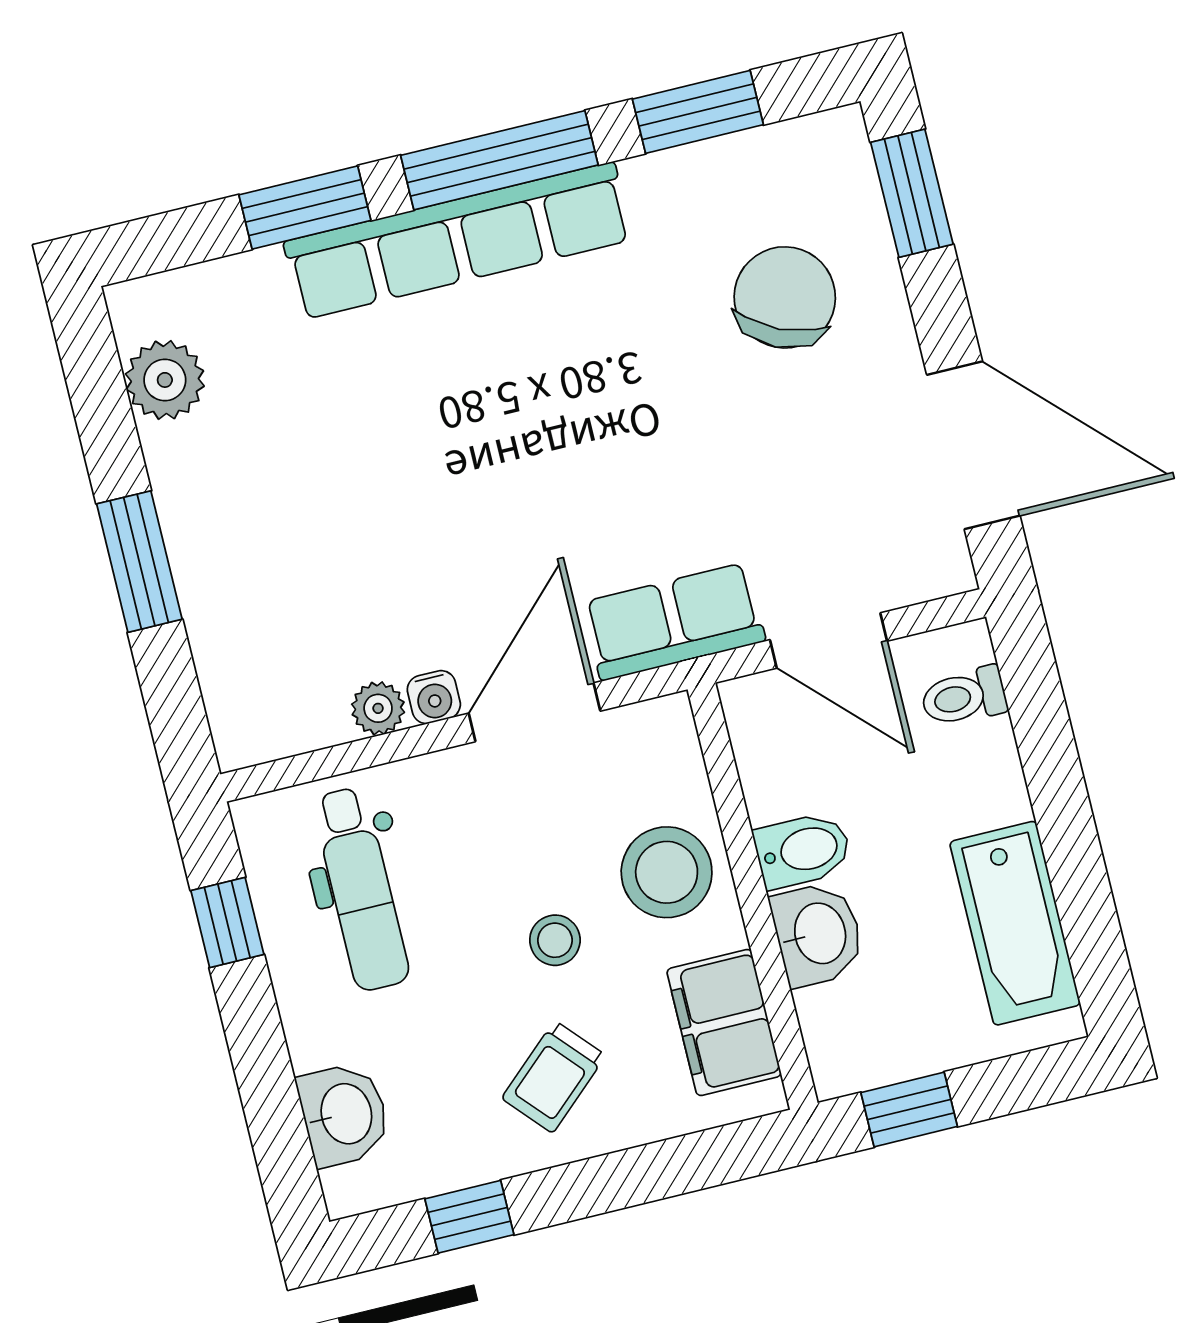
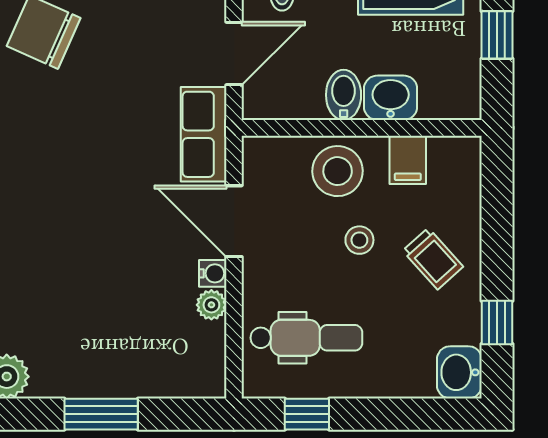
filing cabinet: (724, 1022) -> (408, 160), width x0.50
window: (909, 1109) -> (497, 35), moved
washbasin: (344, 1114) -> (459, 372), moved, turned -90

